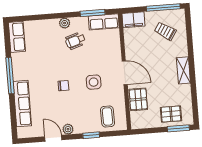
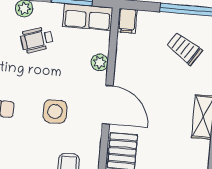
filing cabinet: (133, 20) -> (127, 21), width x0.50
plant: (116, 48) -> (100, 62), added

